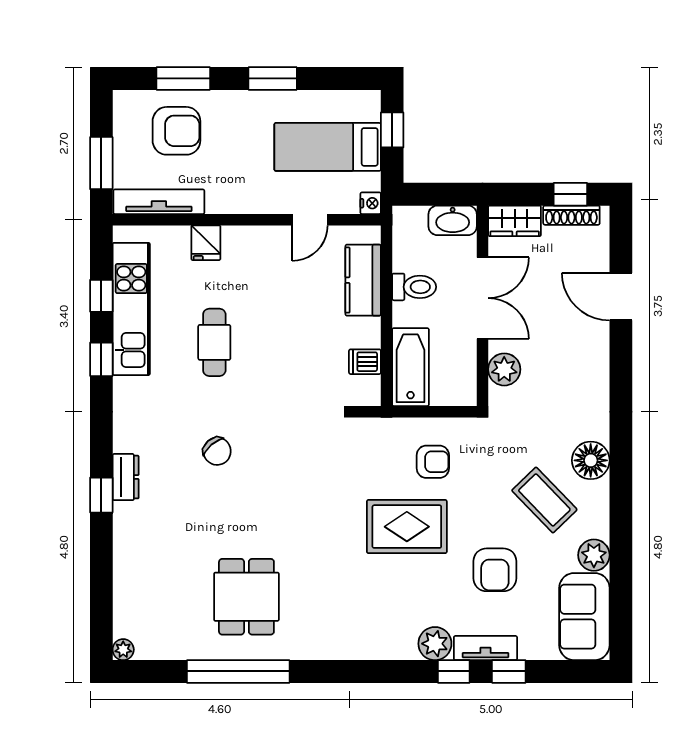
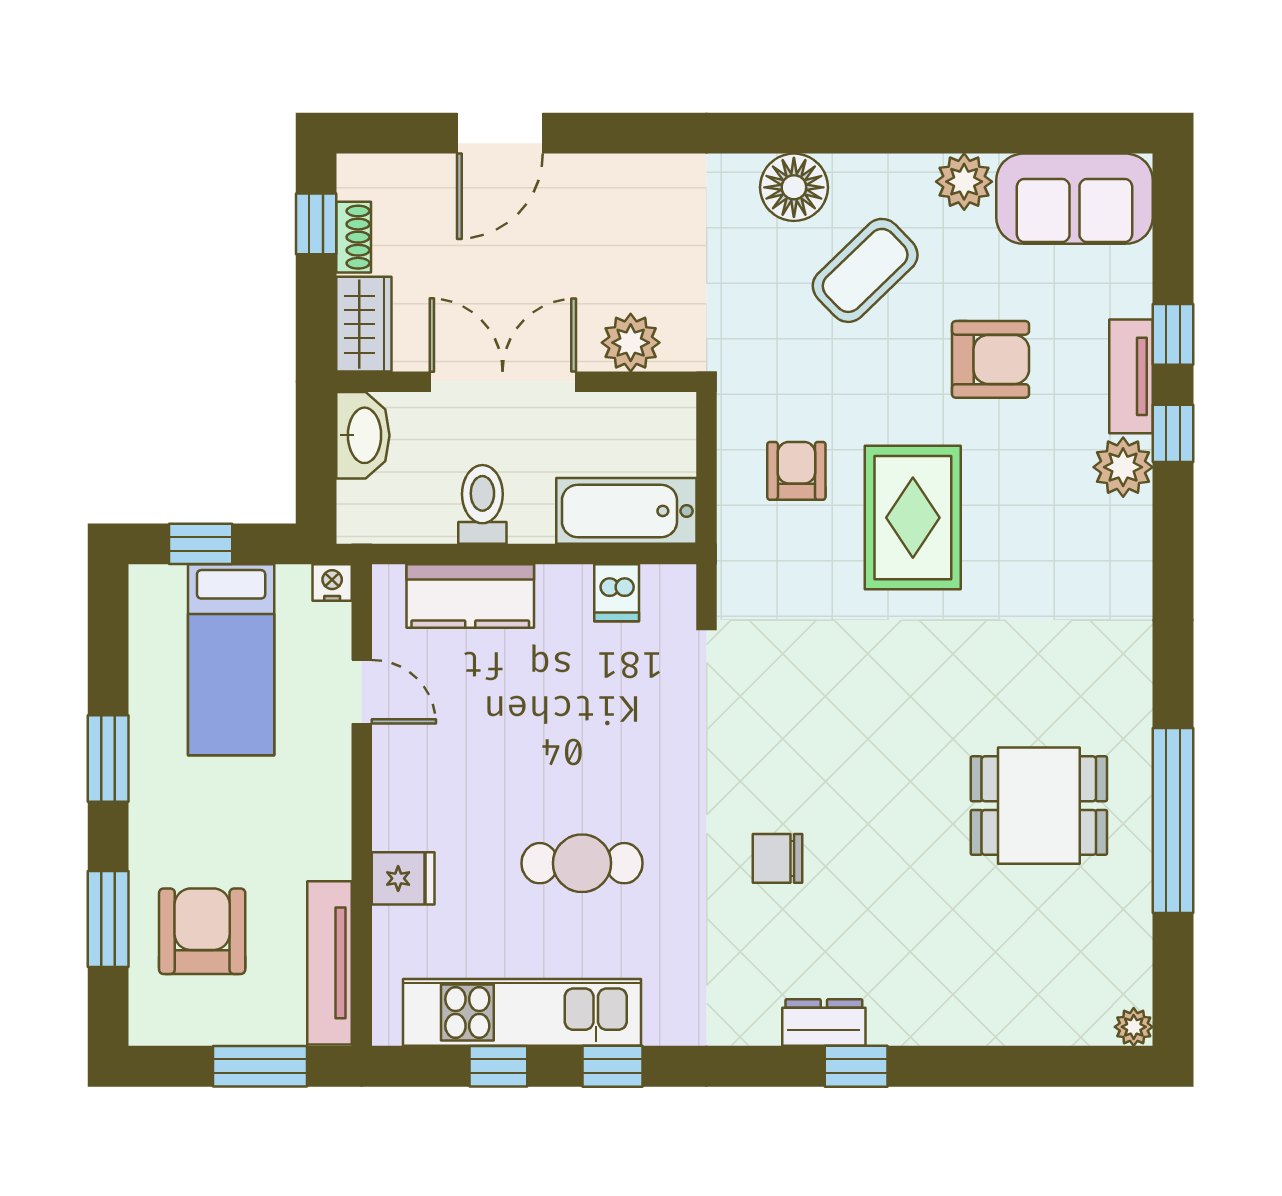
shoe rack: (571, 215) -> (354, 237), width x0.70
chair: (217, 451) -> (778, 858), turned -139

